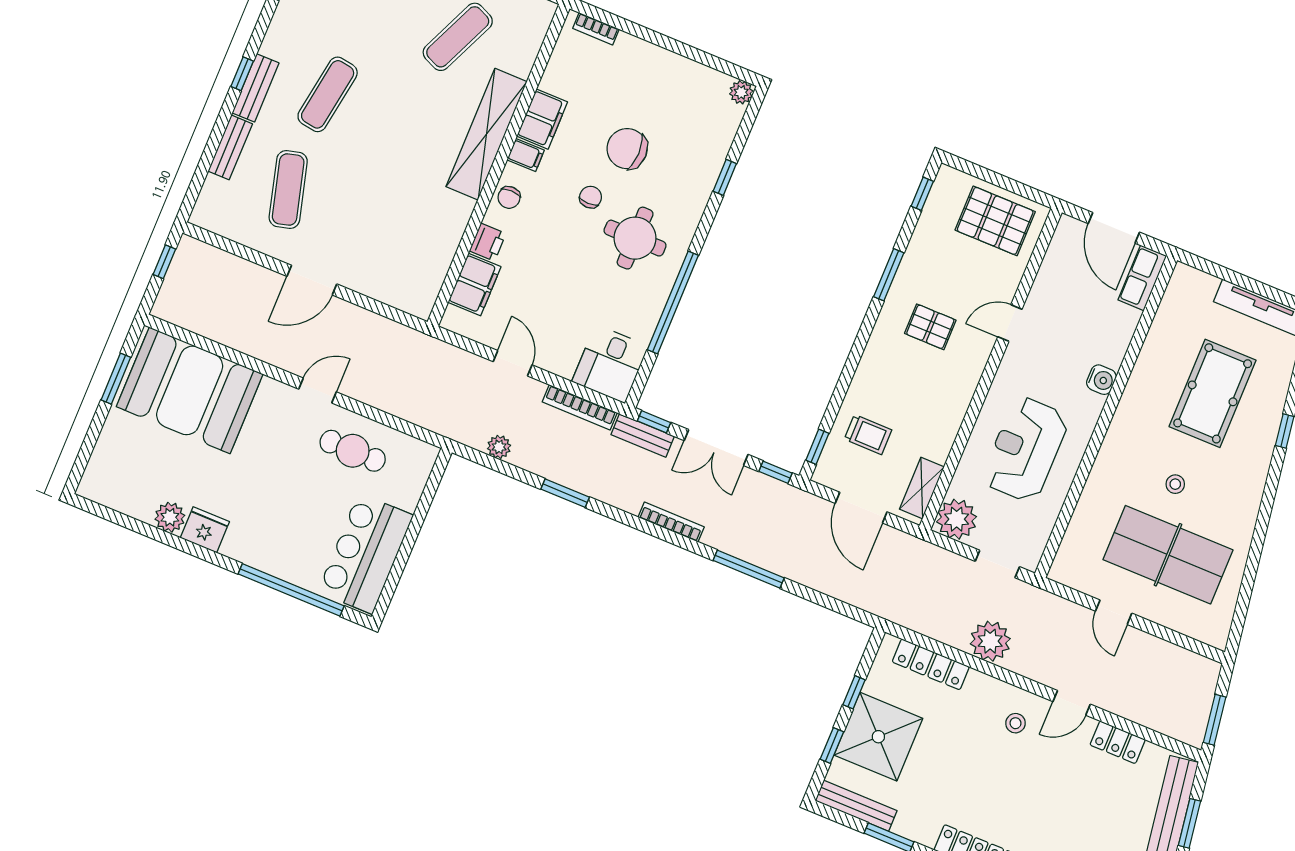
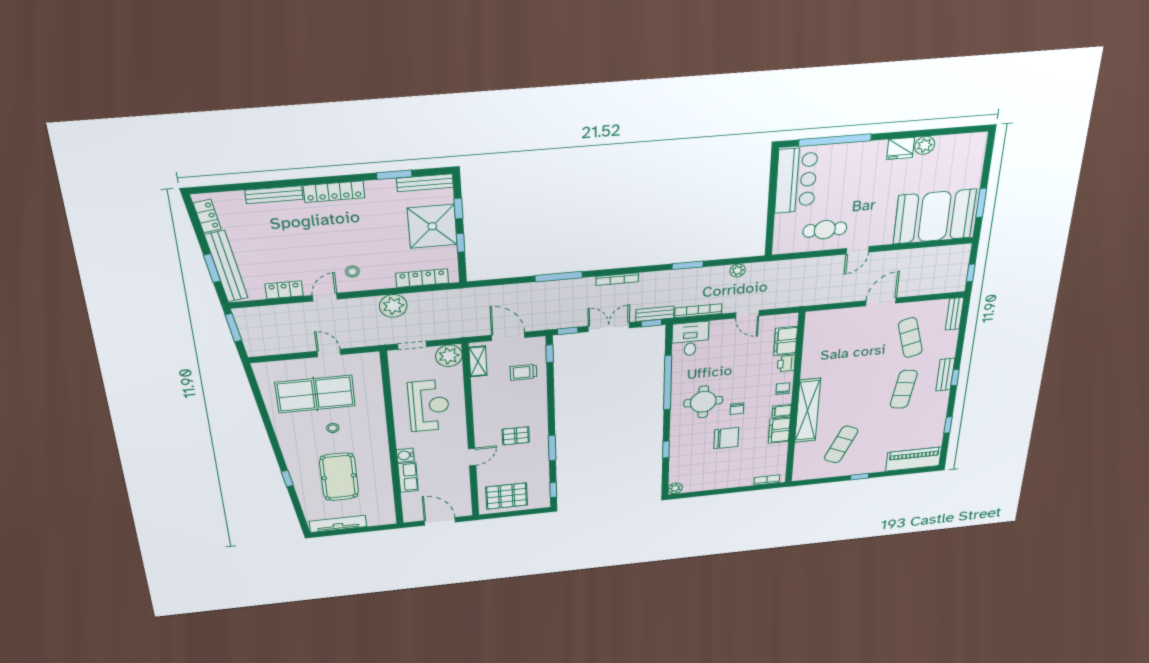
bench: (230, 147) -> (955, 314), moved
row of seats: (1142, 278) -> (408, 477), moved

